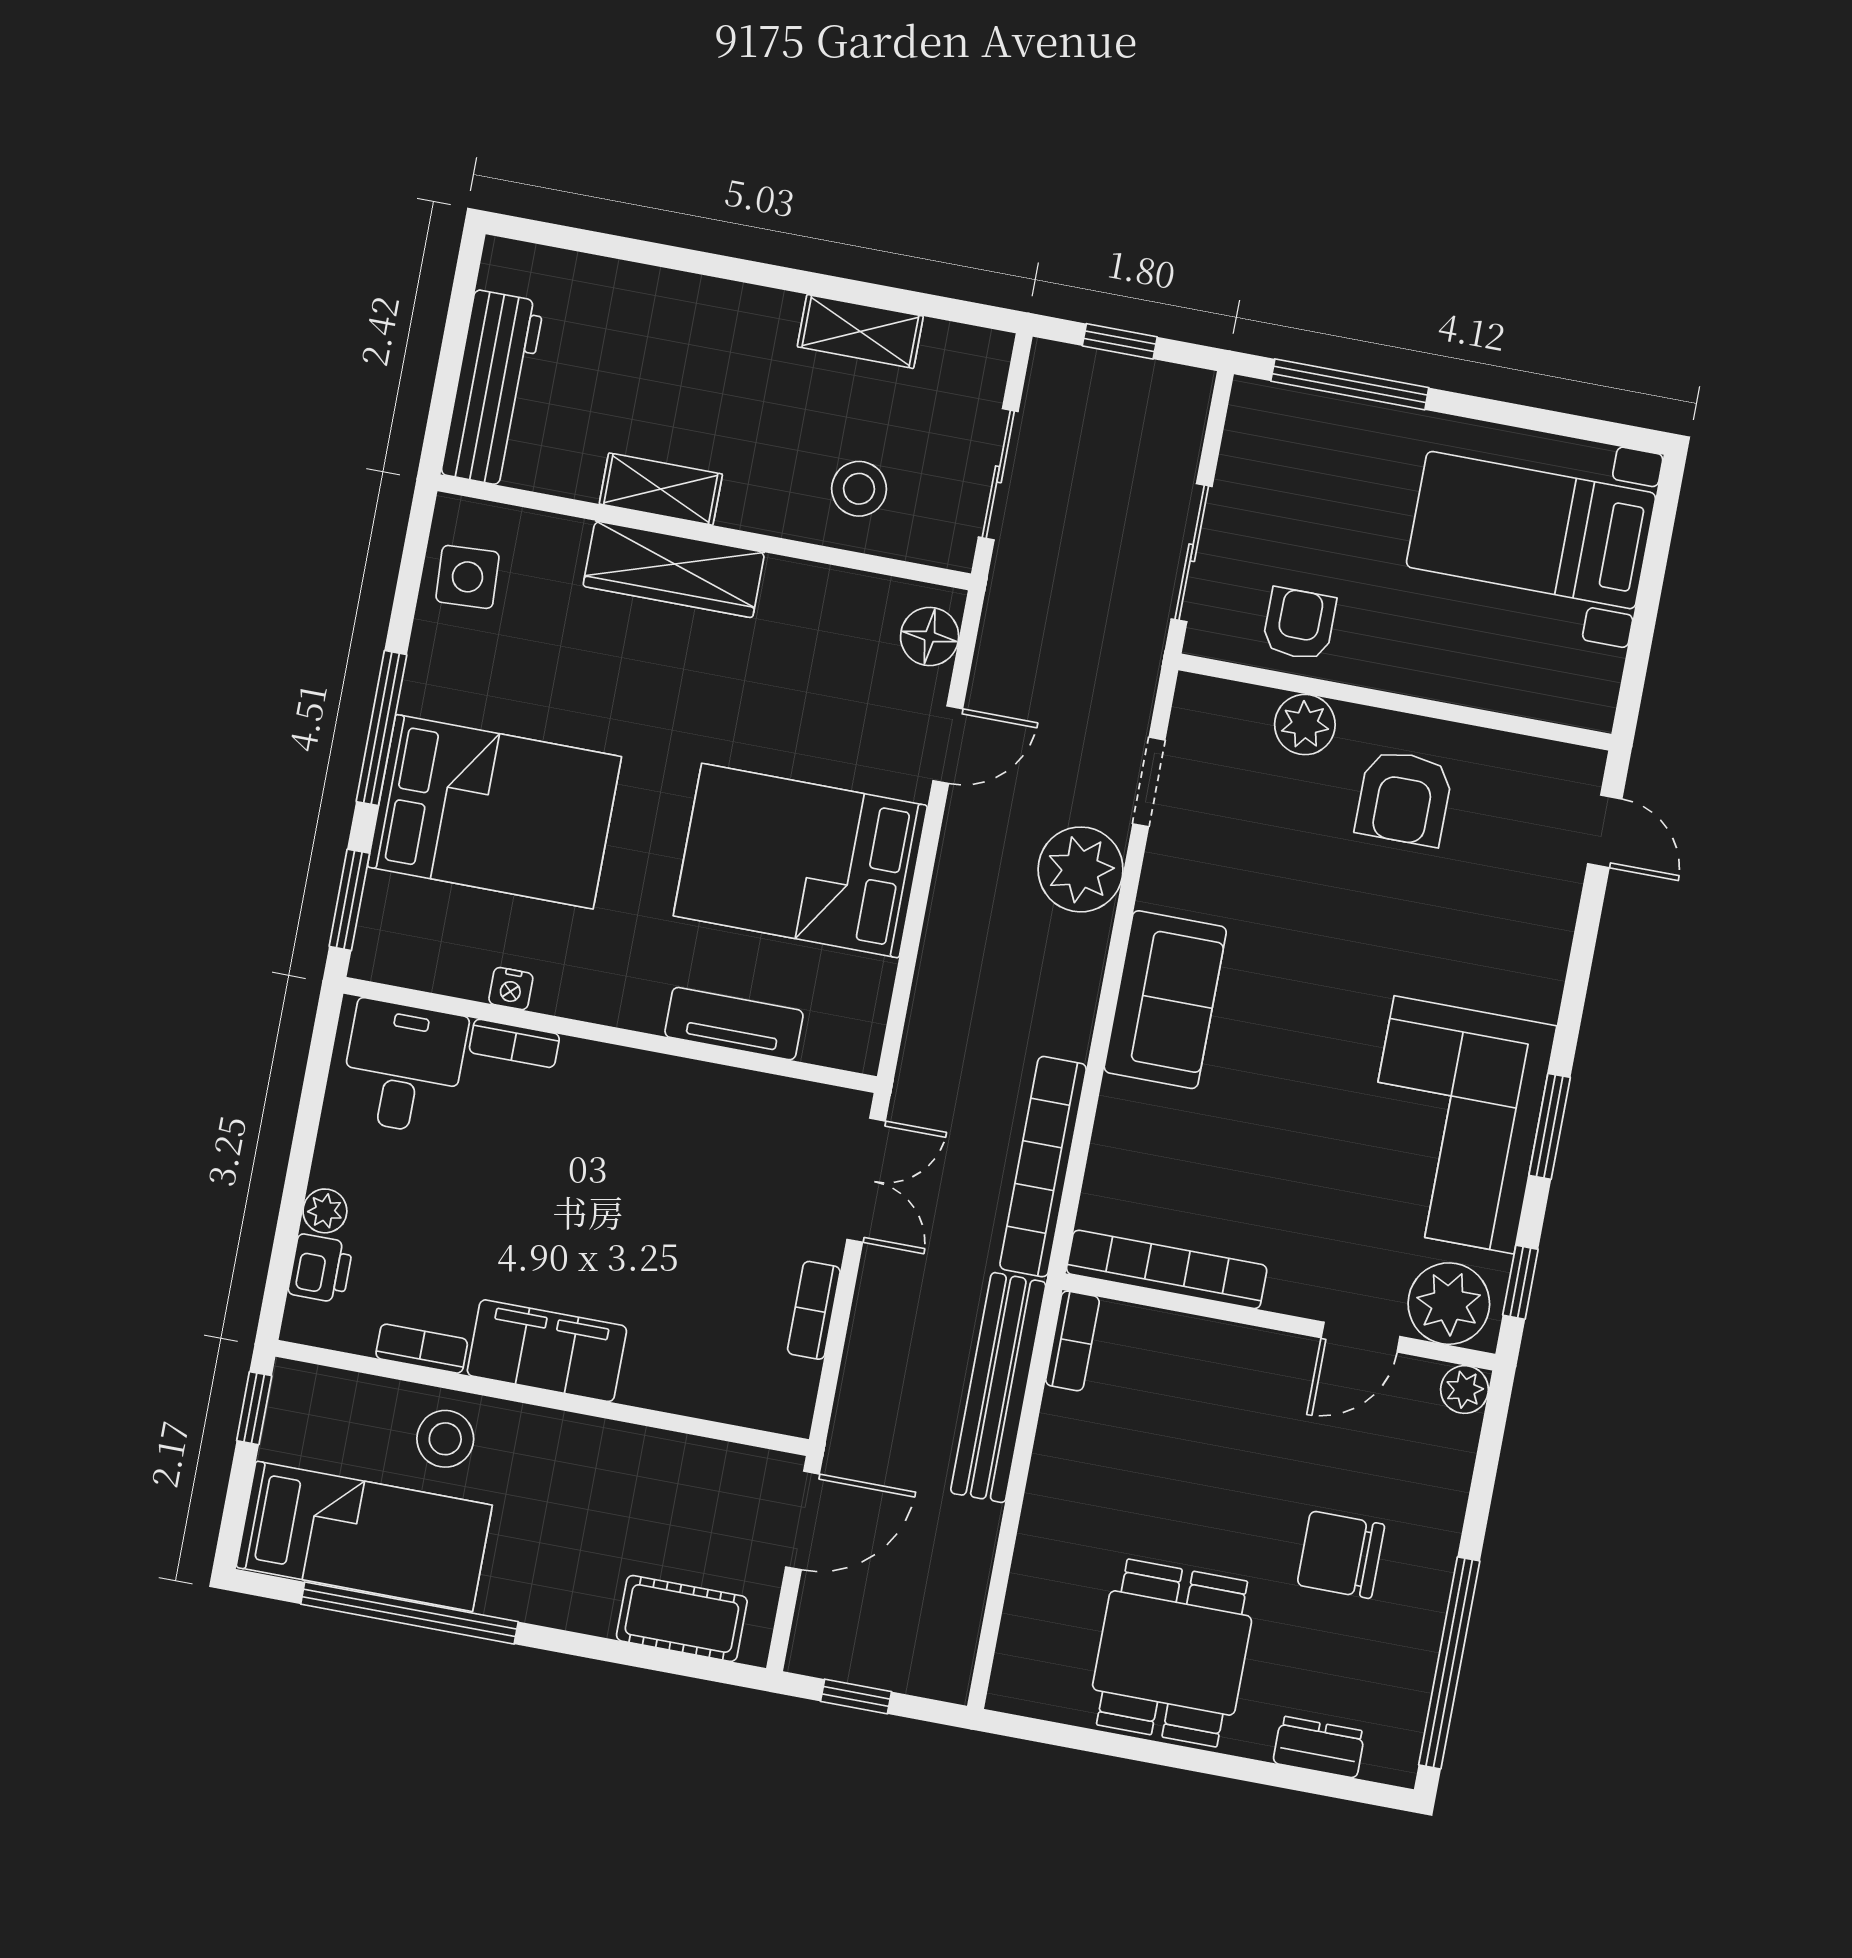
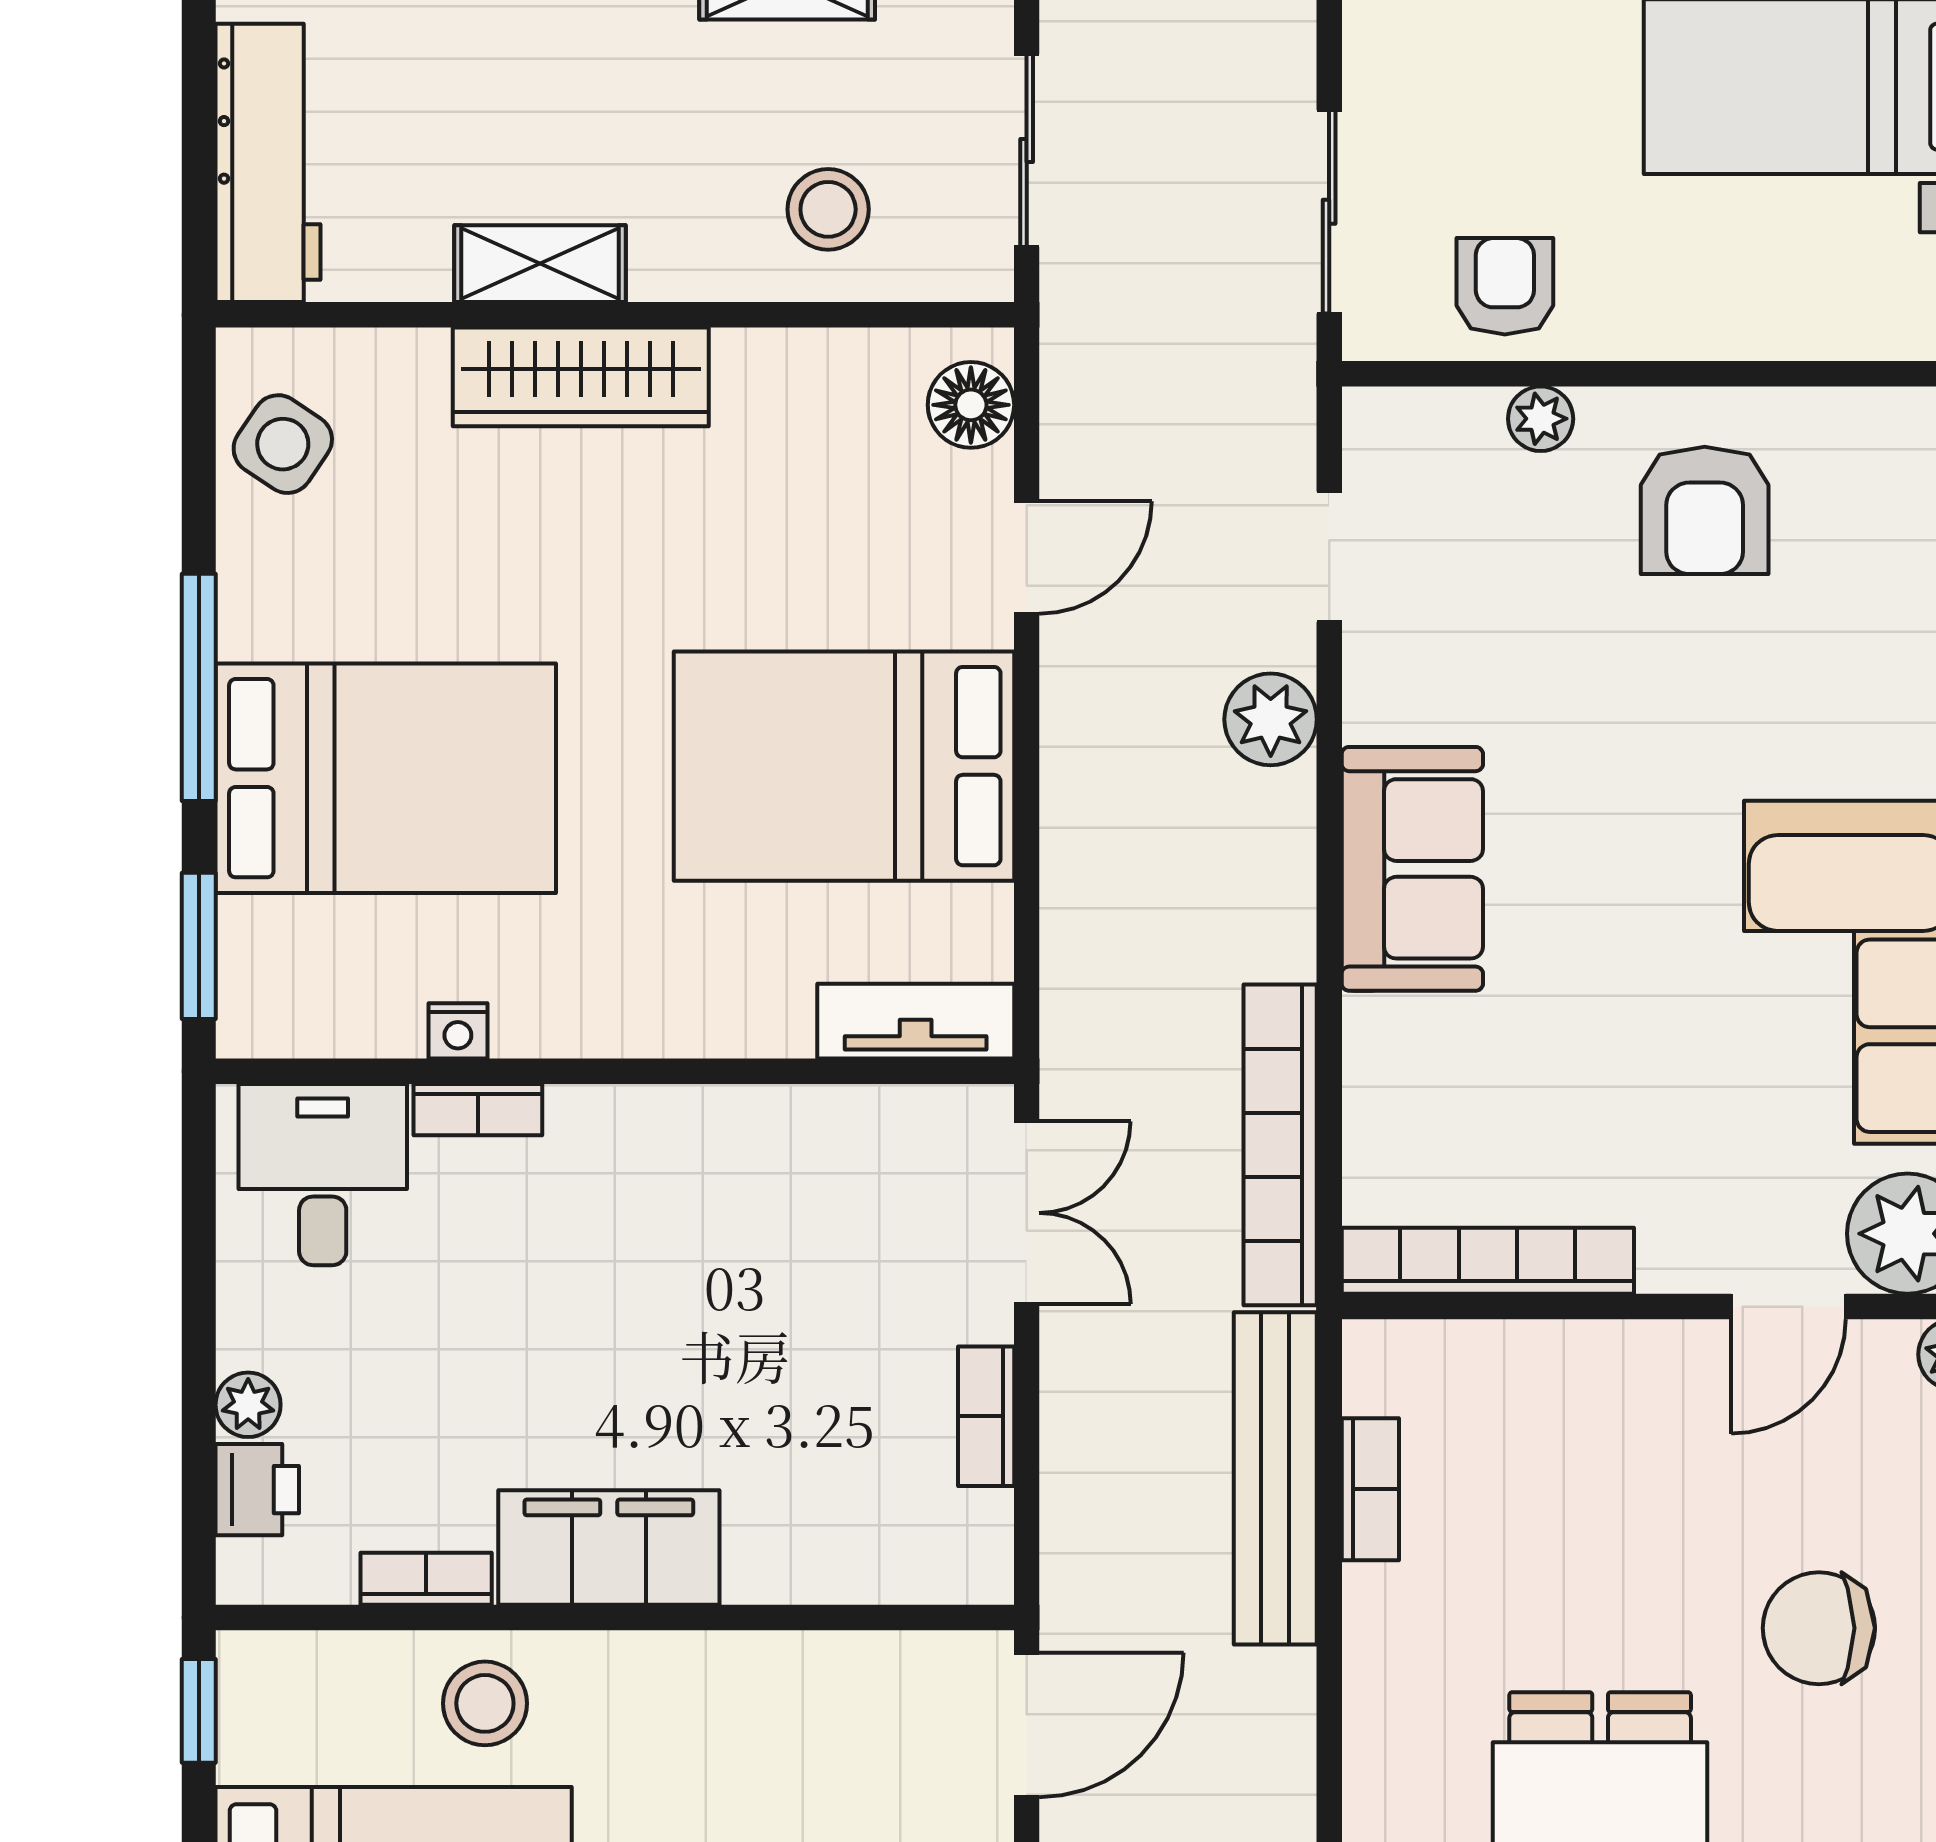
side table: (467, 577) -> (283, 444), turned 37
plant: (1305, 725) -> (1541, 419), width x0.73, depth x0.73
plant: (1081, 869) -> (1271, 719), width x0.73, depth x0.73
tv unit: (734, 1024) -> (916, 1021), moved
bookcase: (1072, 1341) -> (1370, 1489), moved

